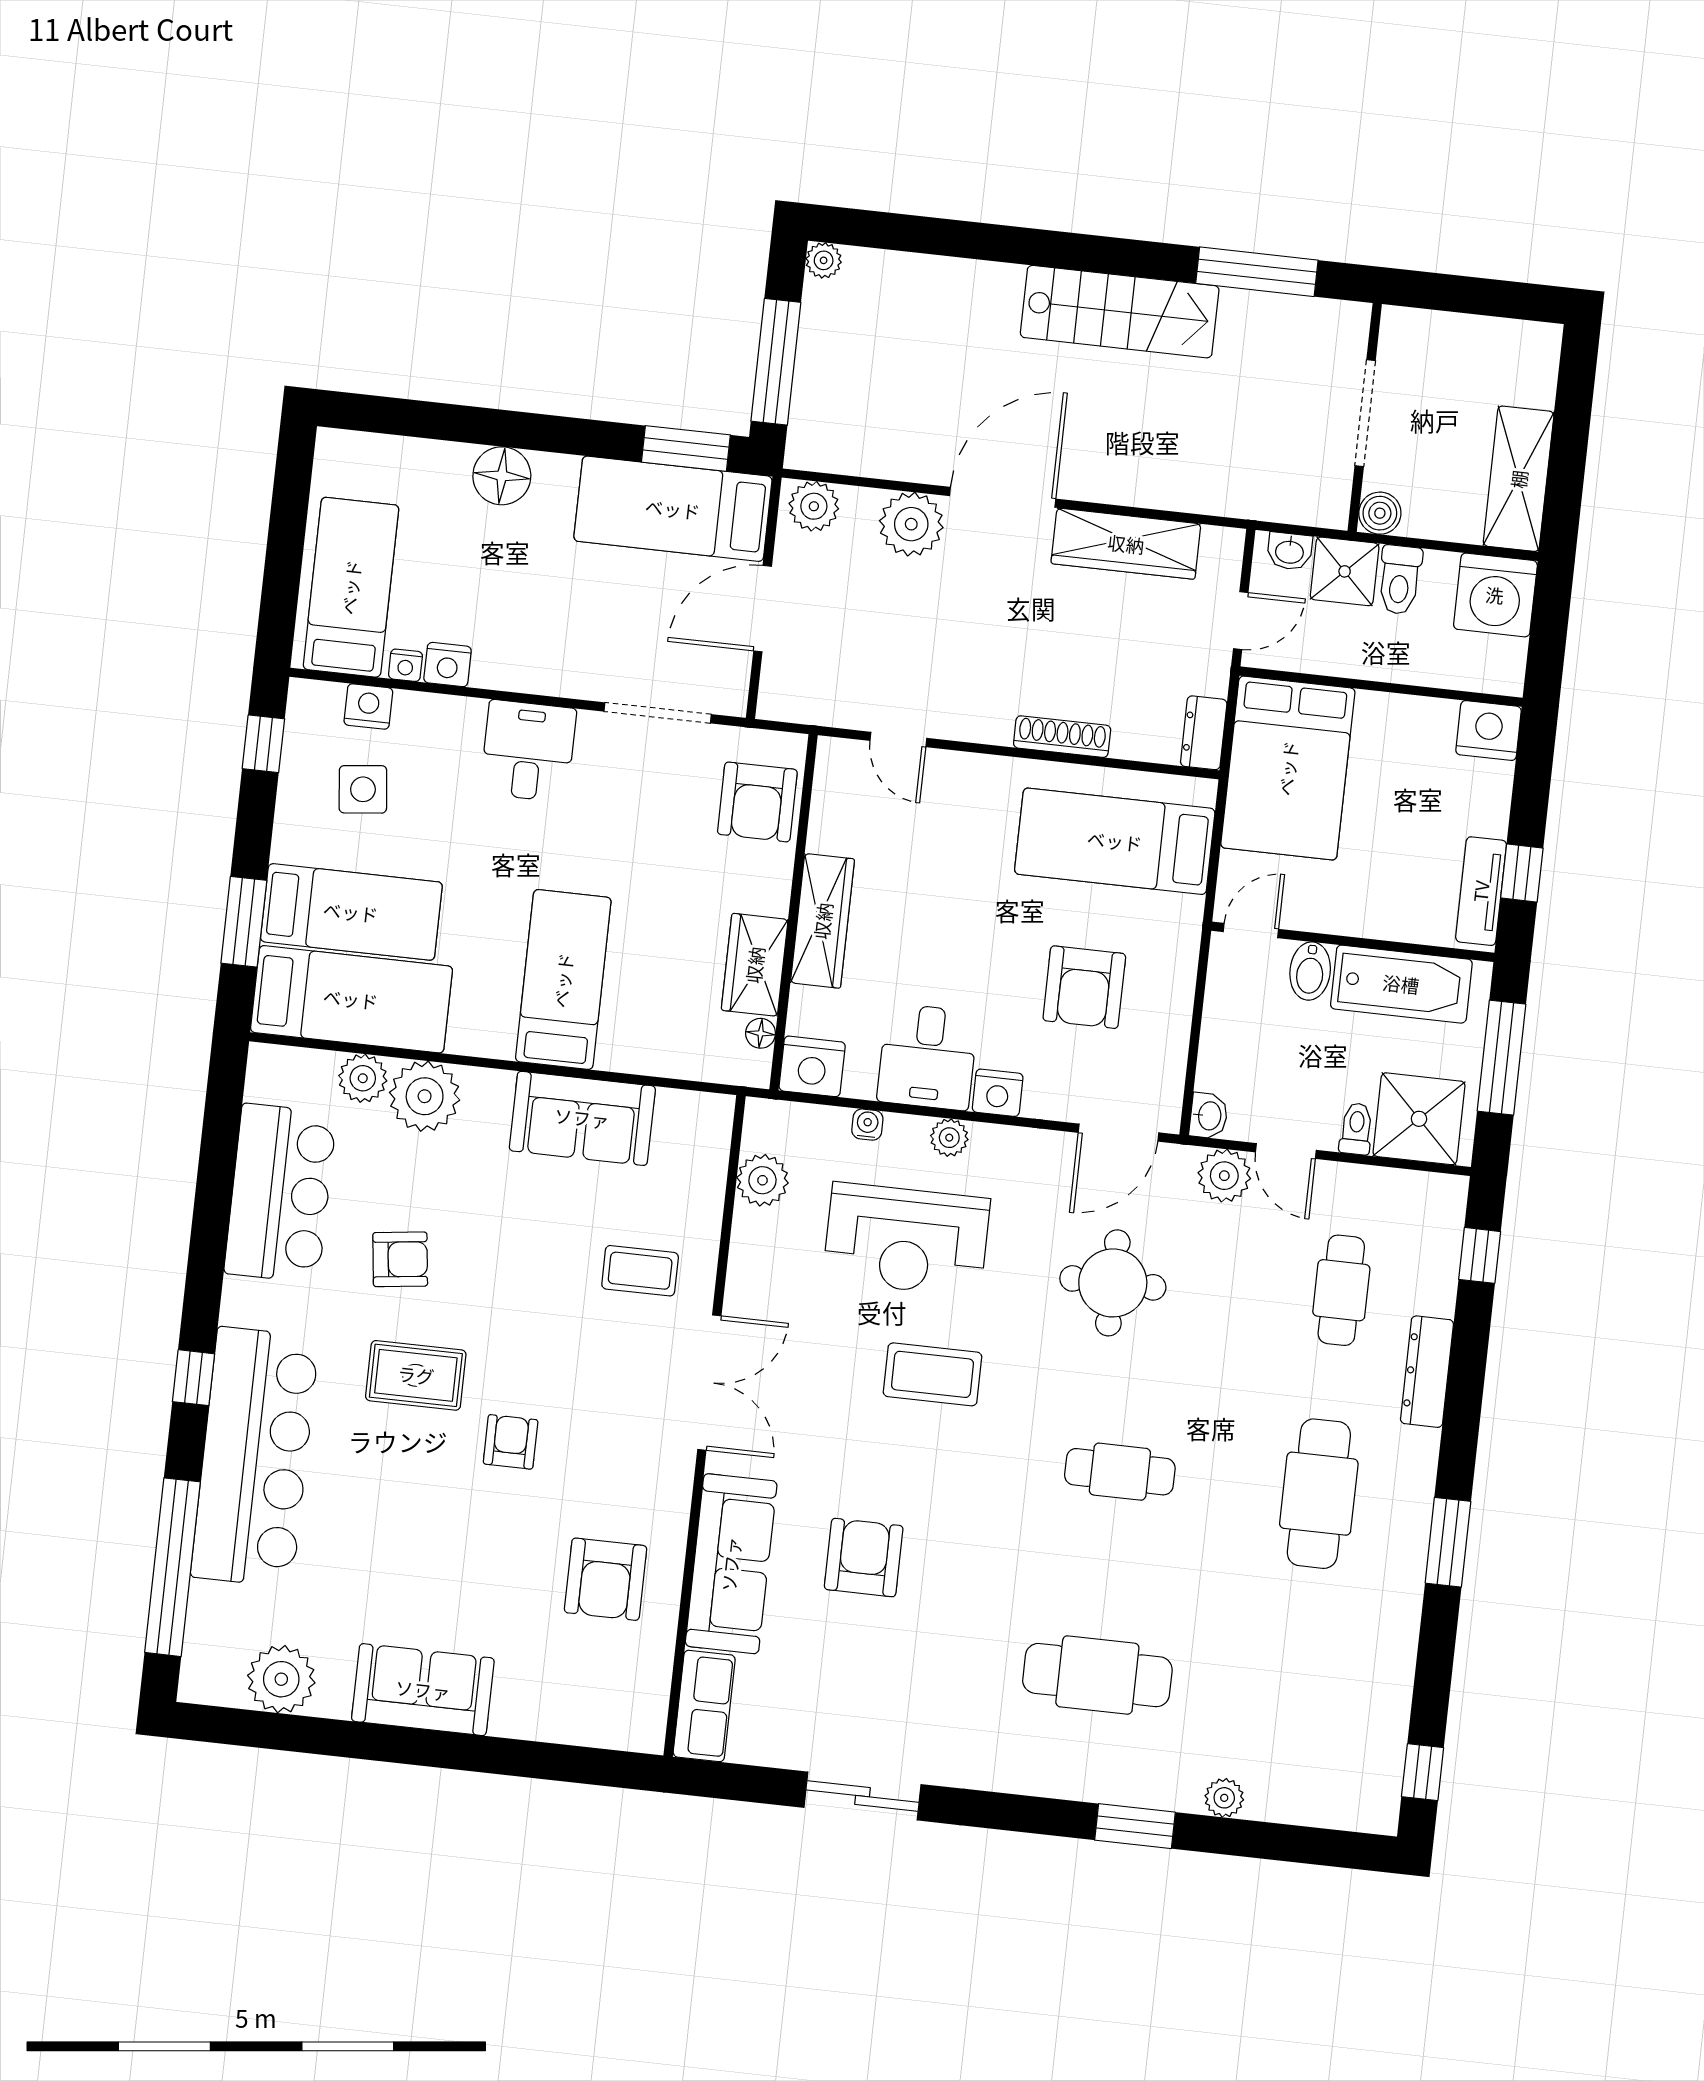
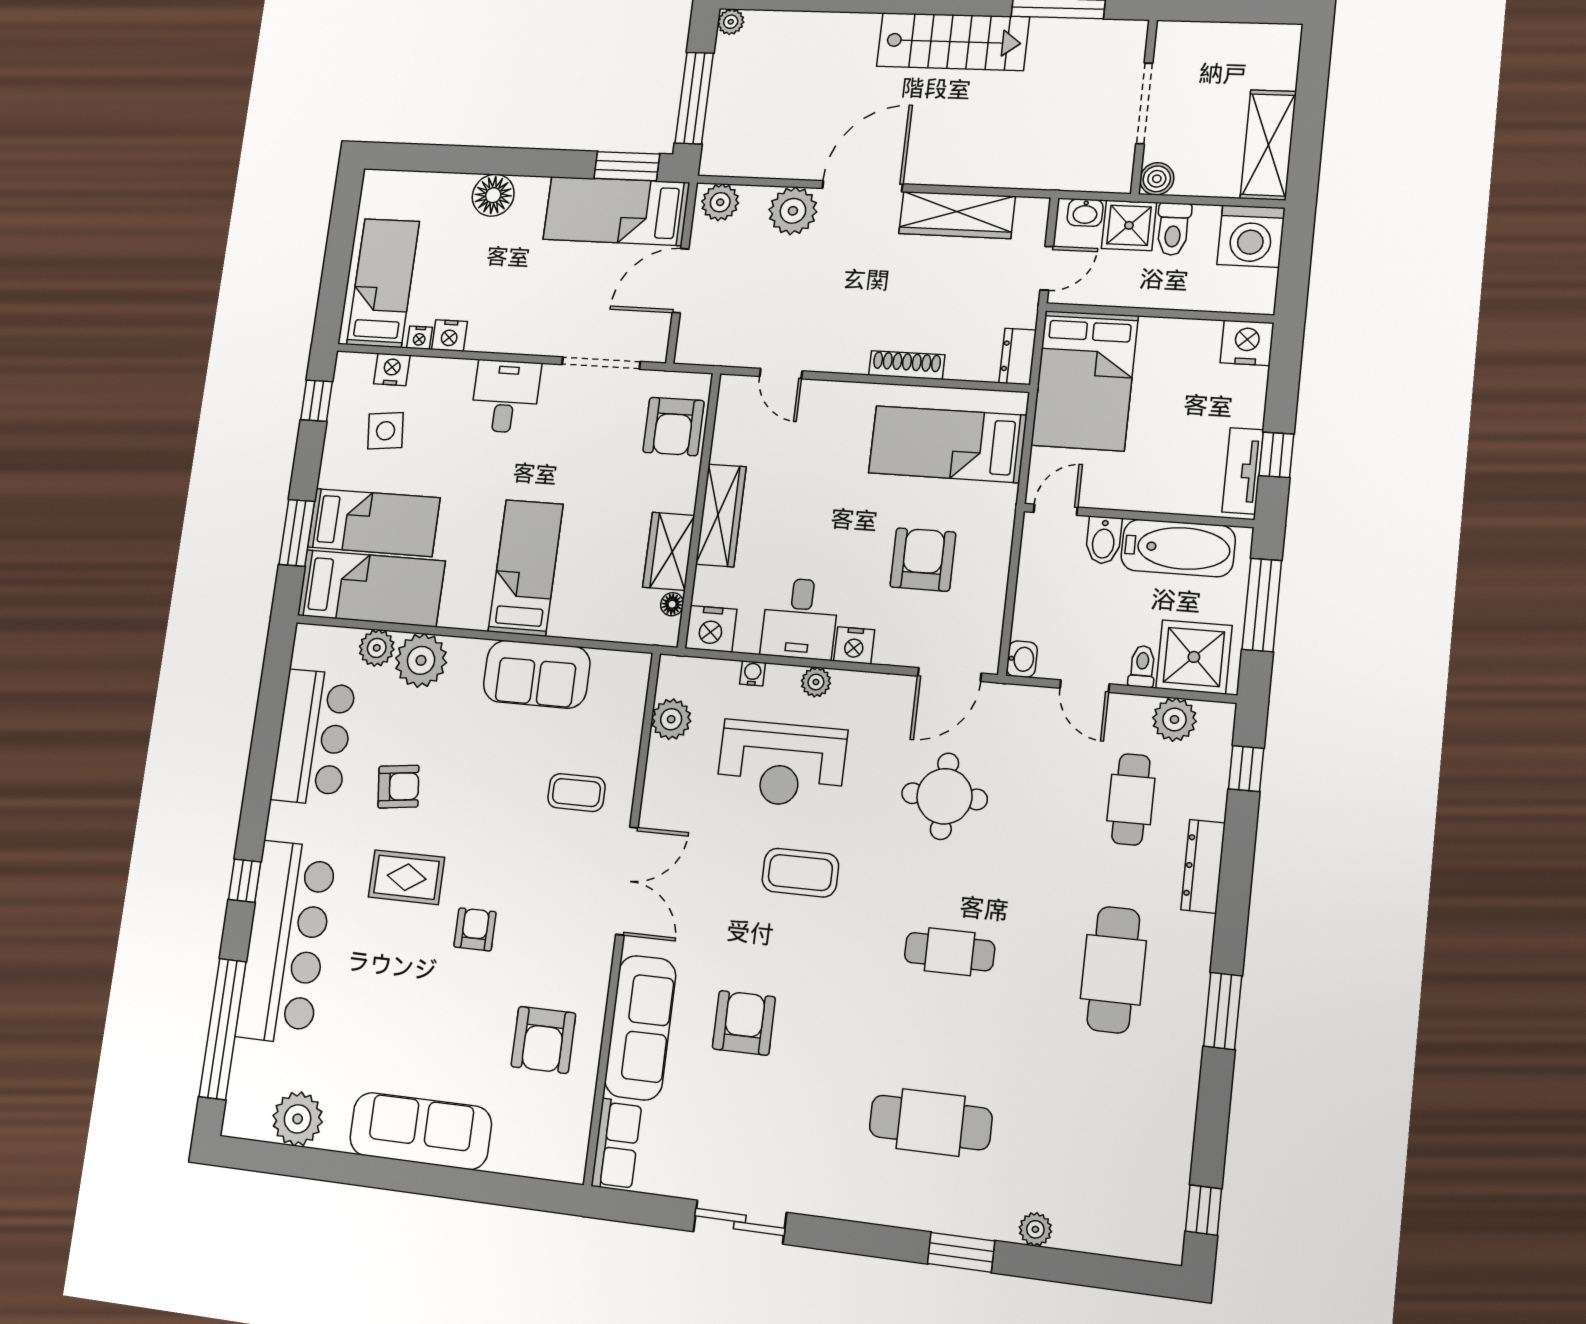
armchair: (1084, 987) -> (923, 560), turned 180
plant: (1224, 1176) -> (1174, 720), moved
sofa: (423, 1690) -> (420, 1131), width x1.36

